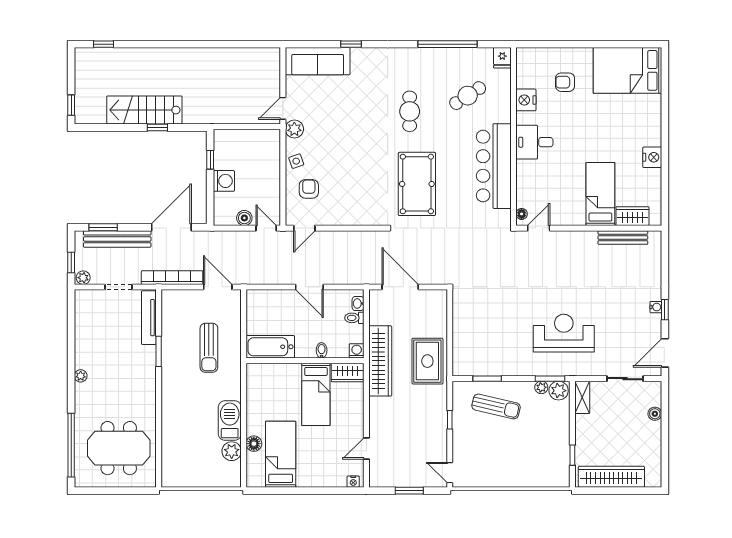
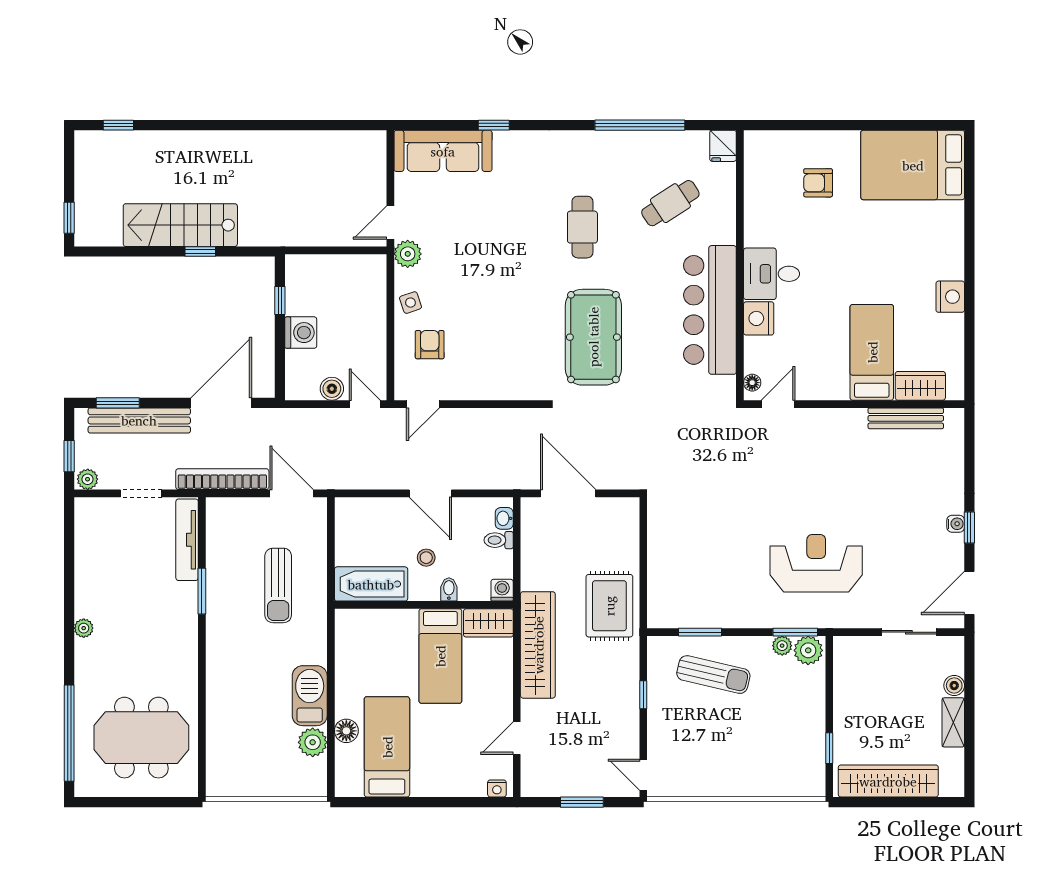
nightstand: (526, 100) -> (759, 318), moved
stool: (307, 329) -> (426, 558), added
wardrobe: (380, 361) -> (538, 645), moved
shelving: (582, 397) -> (953, 722), moved

